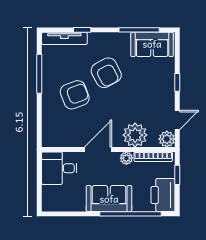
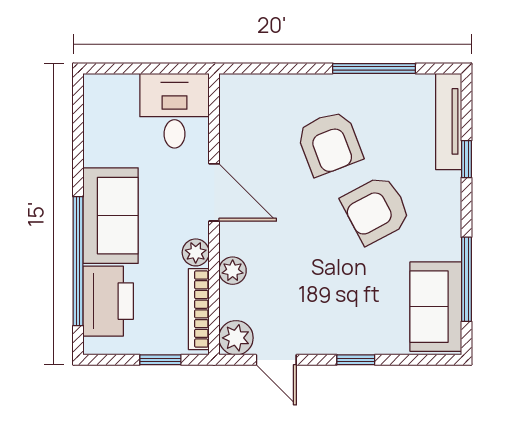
plant: (135, 135) -> (233, 271), width x0.53, depth x0.53
printer: (163, 195) -> (108, 301), moved, turned 90

